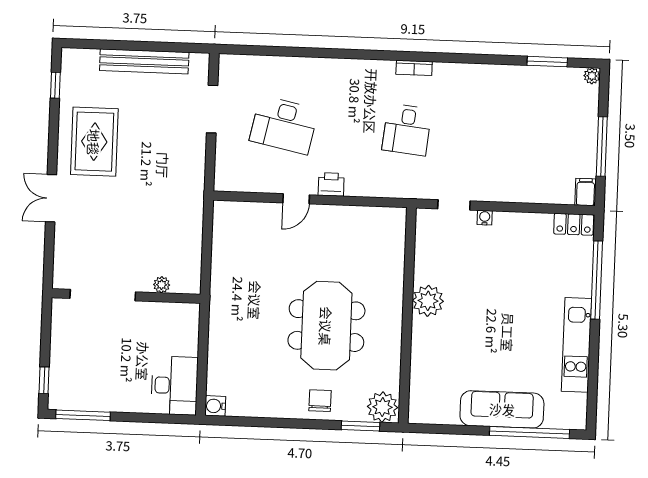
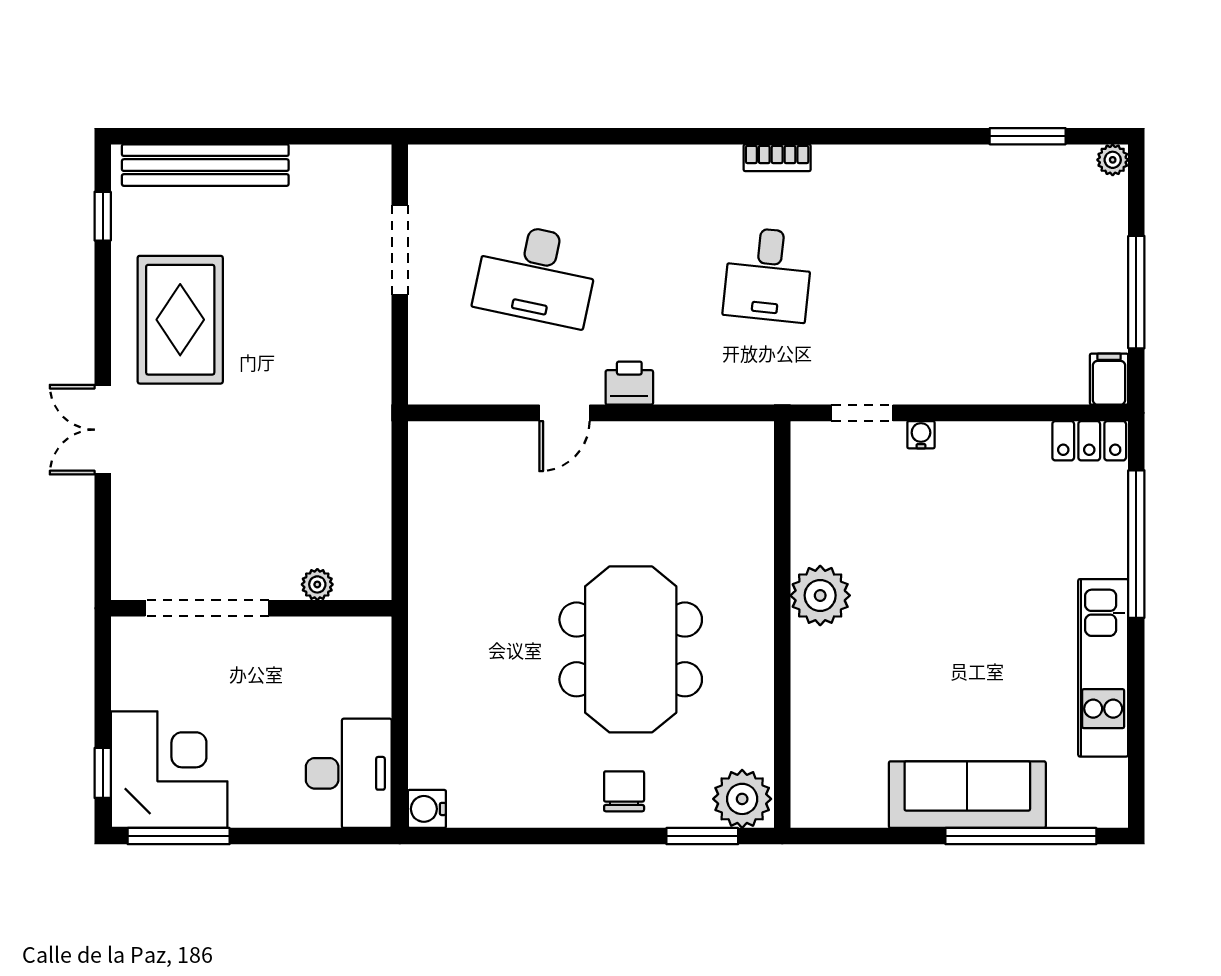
bench: (144, 61) -> (205, 165), moved
corner desk: (79, 380) -> (169, 770), added

